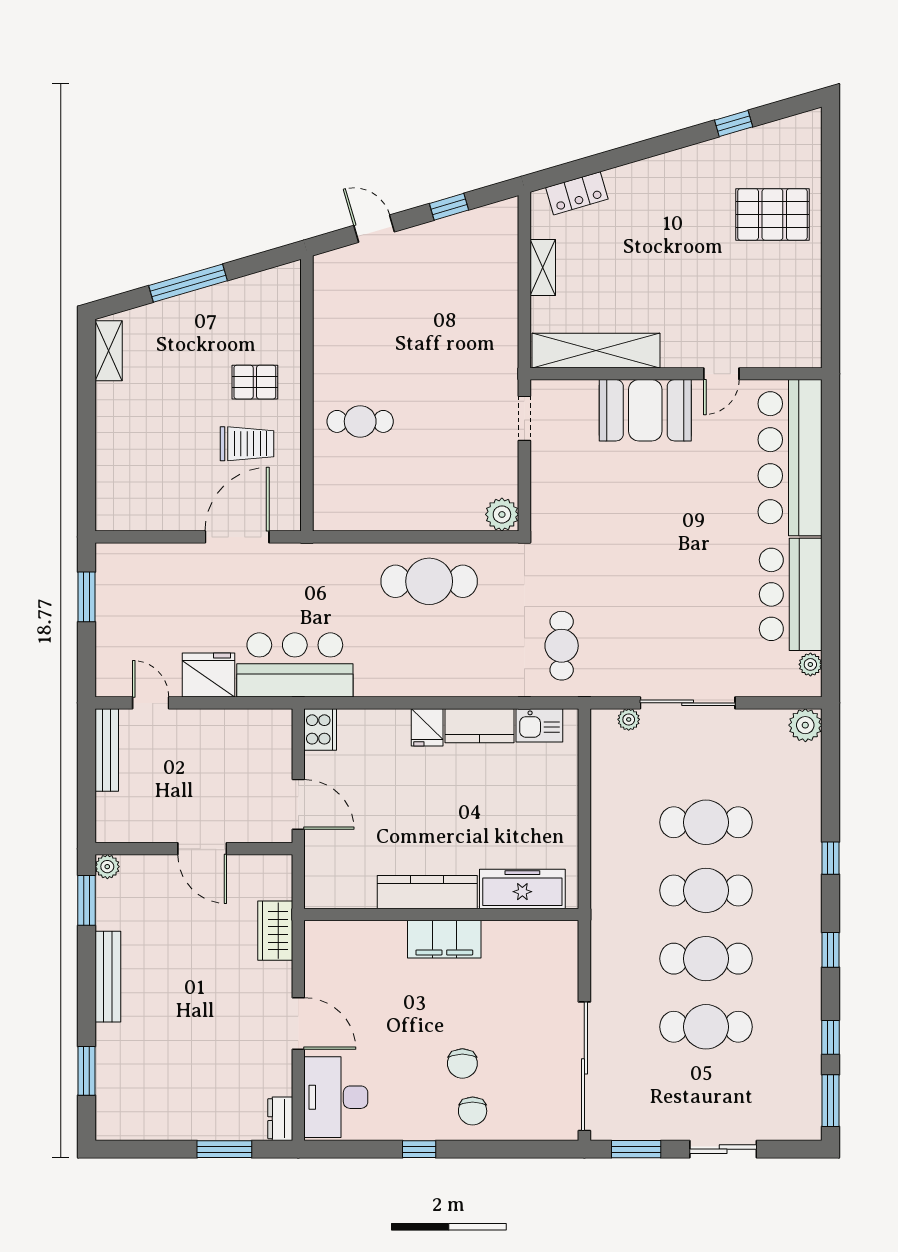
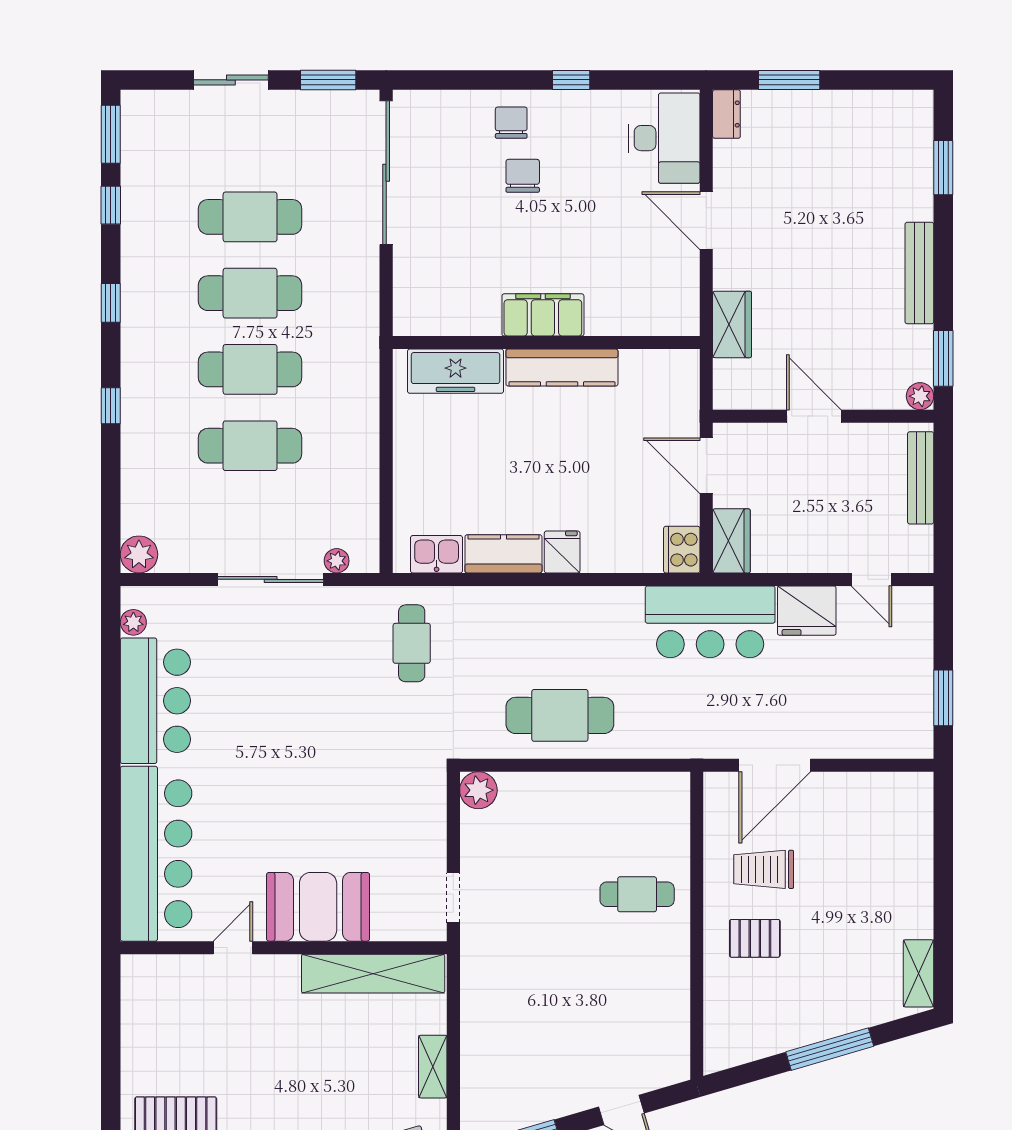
wardrobe: (276, 737) -> (731, 541), added
bench: (107, 750) -> (921, 478), moved

